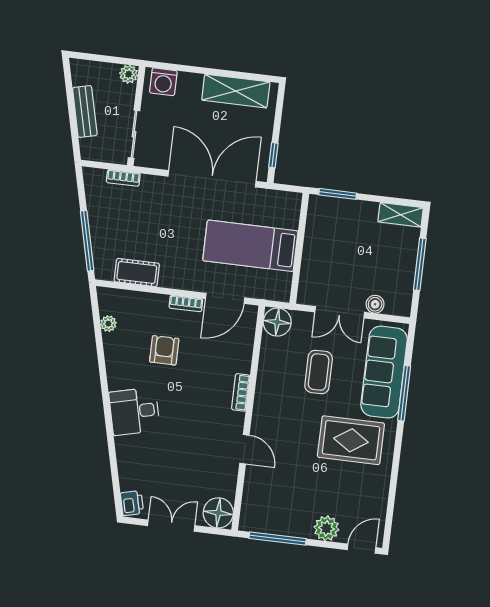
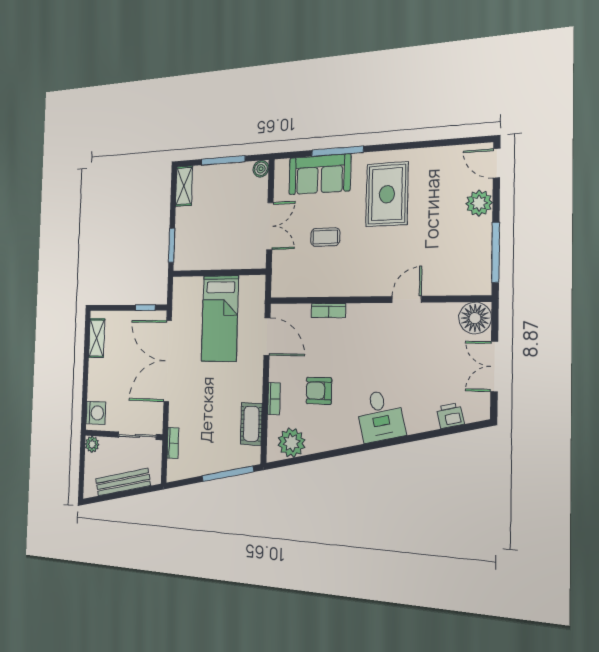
shelving: (236, 91) -> (97, 338), width x0.67, depth x0.75
bench: (85, 112) -> (123, 482), width x1.36
bookcase: (186, 303) -> (274, 399), moved
boiler: (375, 304) -> (261, 169), moved
floor lamp: (277, 322) -> (284, 284), removed
plant: (108, 324) -> (291, 443), width x1.88, depth x1.88
coffee table: (319, 372) -> (325, 237), width x0.73, depth x0.77
sofa: (384, 372) -> (320, 174), width x0.73
bookcase: (241, 392) -> (328, 310), moved
printer: (132, 503) -> (450, 416), moved

